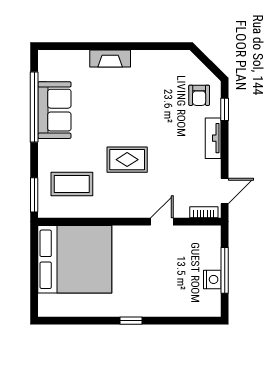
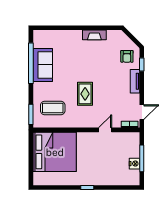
fireplace: (110, 59) -> (94, 35), moved
rug: (127, 160) -> (85, 94), turned 90

